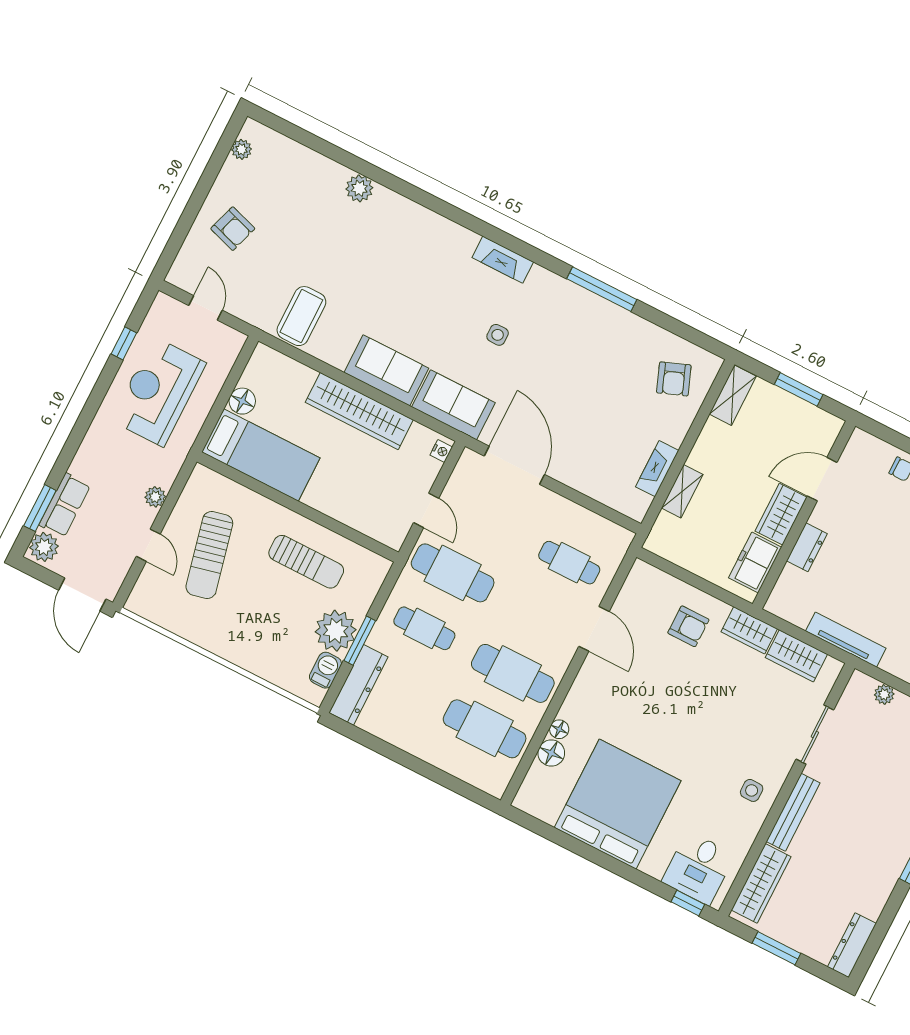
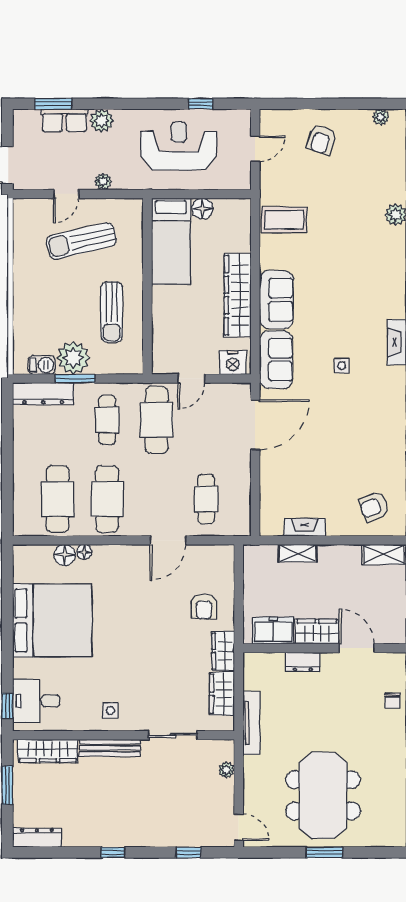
nightstand: (441, 451) -> (233, 362), width x1.89, depth x1.79
plant: (44, 547) -> (102, 121), moved

